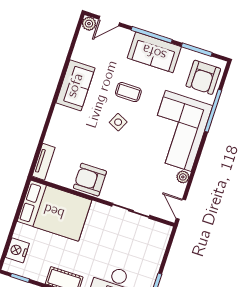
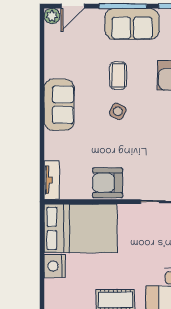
sofa: (75, 85) -> (59, 105), moved
coffee table: (128, 92) -> (118, 76), turned 90
nightstand: (17, 250) -> (55, 266), moved

